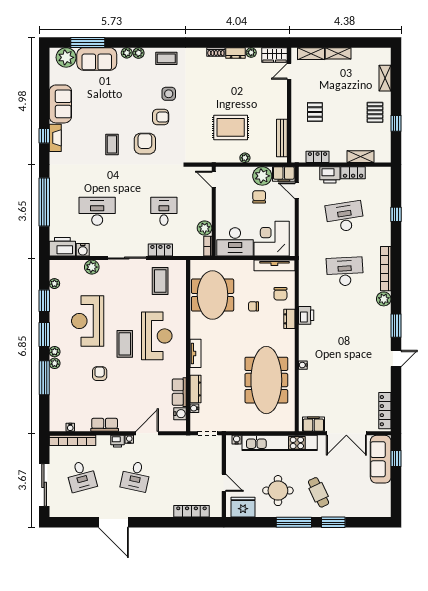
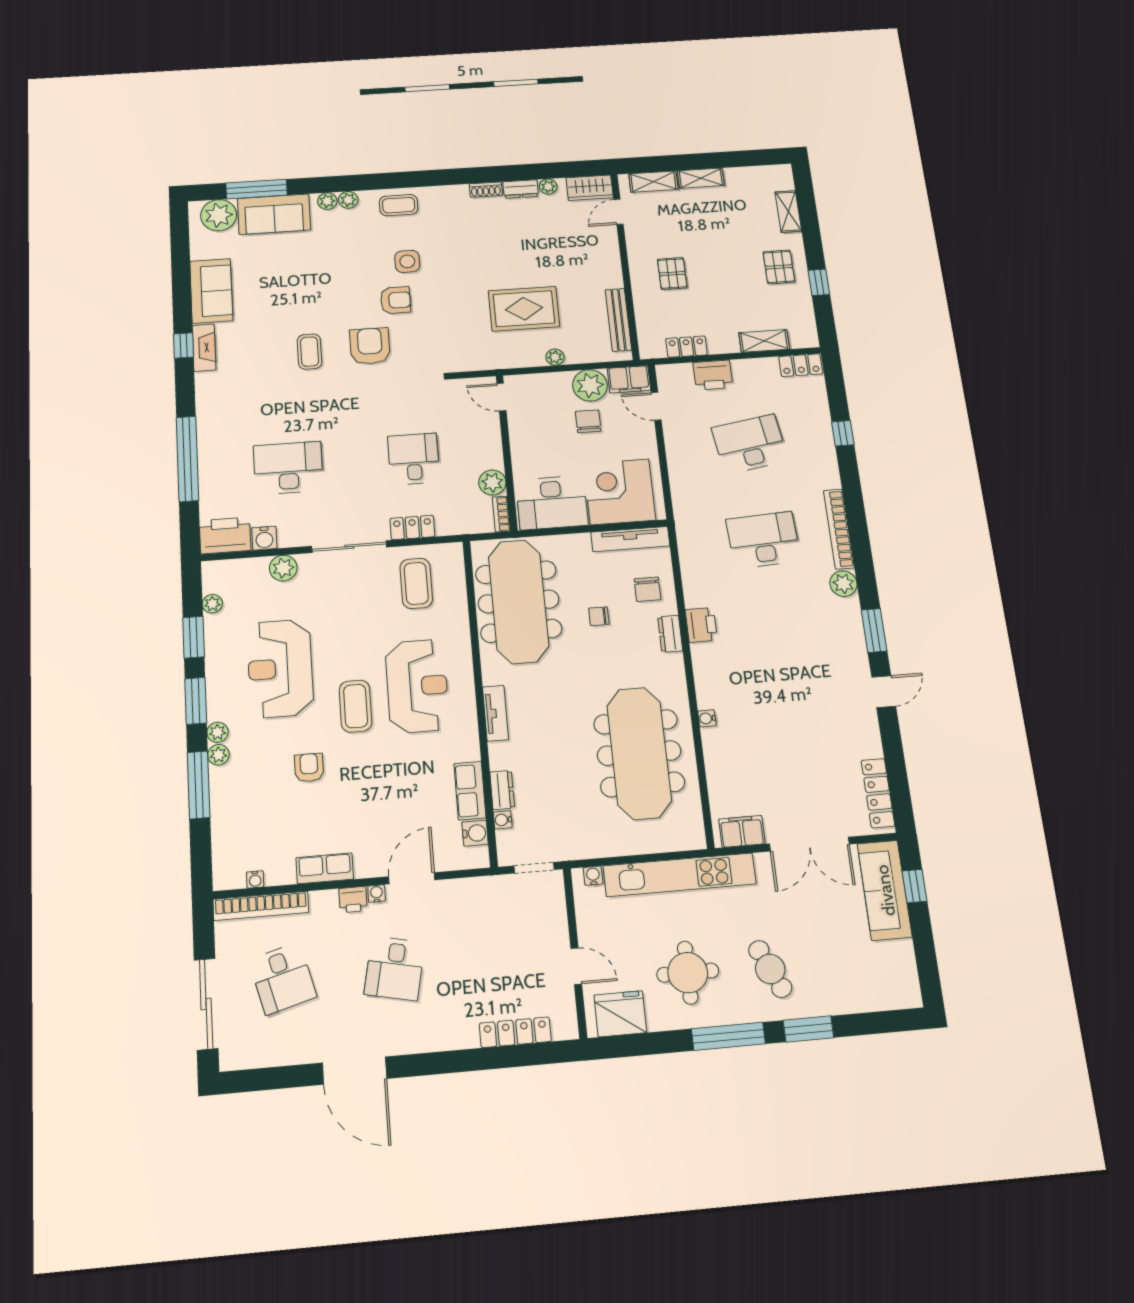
locker: (353, 173) -> (801, 365), moved
meeting table: (213, 295) -> (519, 601), width x1.36
dresser: (195, 389) -> (502, 790), width x0.70

